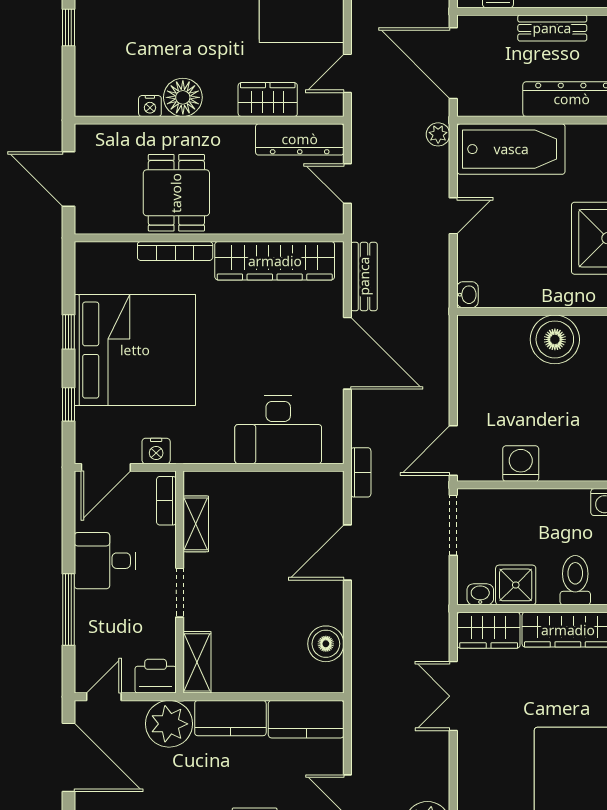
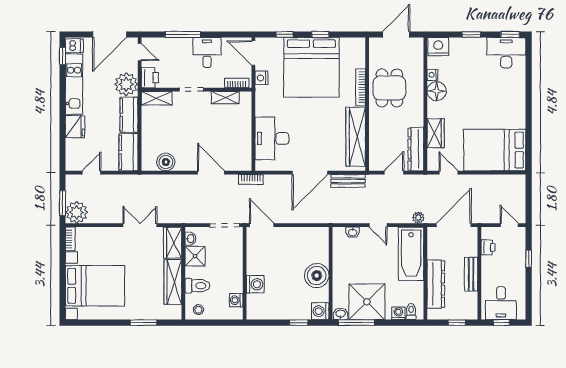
nightstand: (93, 94) -> (438, 47), added
dining table: (176, 193) -> (389, 88), turned 90
washbasin: (467, 295) -> (353, 232), moved
washing machine: (521, 464) -> (255, 284), moved

